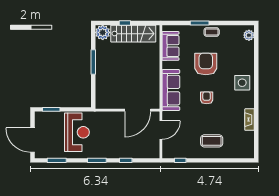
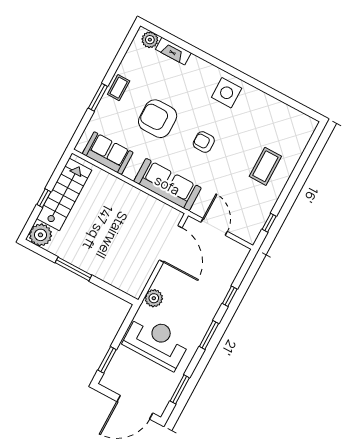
side table: (242, 83) -> (227, 93), moved
plant: (101, 117) -> (154, 298), added
fireplace: (250, 120) -> (173, 51), moved

